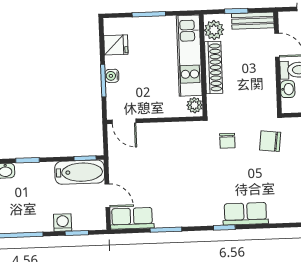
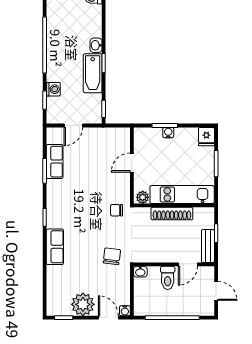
plant: (214, 30) -> (202, 215), removed
fridge: (116, 45) -> (206, 137), moved
washbasin: (288, 89) -> (140, 272), moved
door: (124, 121) -> (132, 163), moved
chair: (227, 141) -> (117, 210), moved
bathtub: (80, 172) -> (93, 73), moved
row of seats: (245, 214) -> (55, 247), moved
row of seats: (132, 218) -> (55, 162), moved

